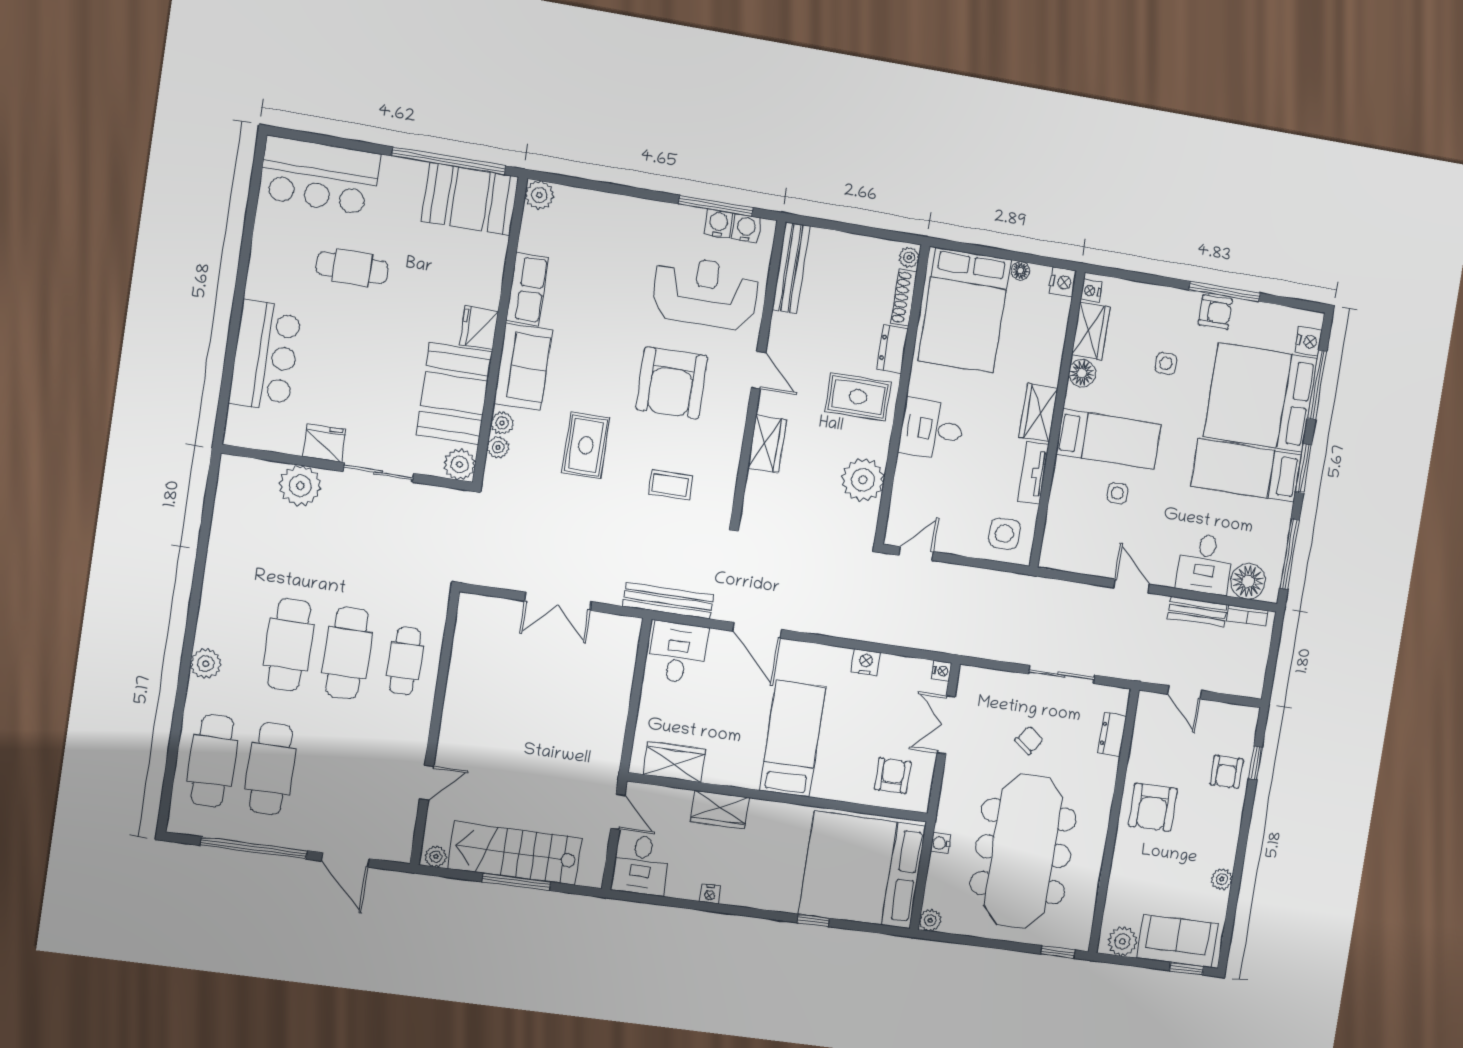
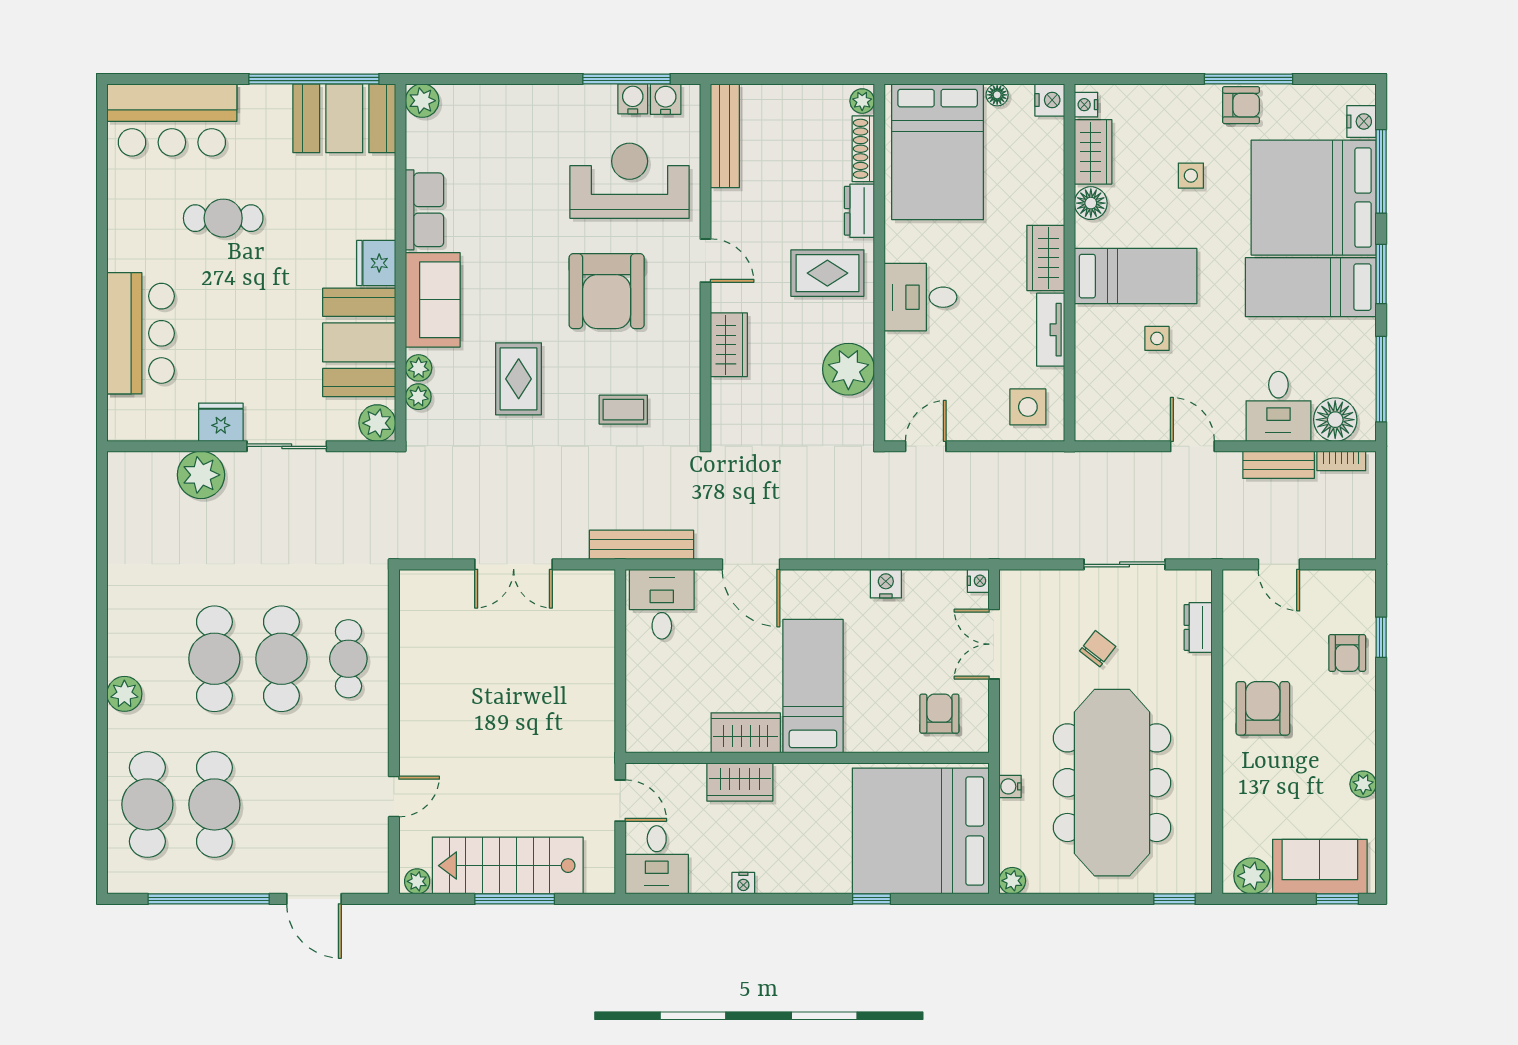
wardrobe: (674, 762) -> (746, 733), moved
armchair: (1153, 807) -> (1263, 708), turned 180

